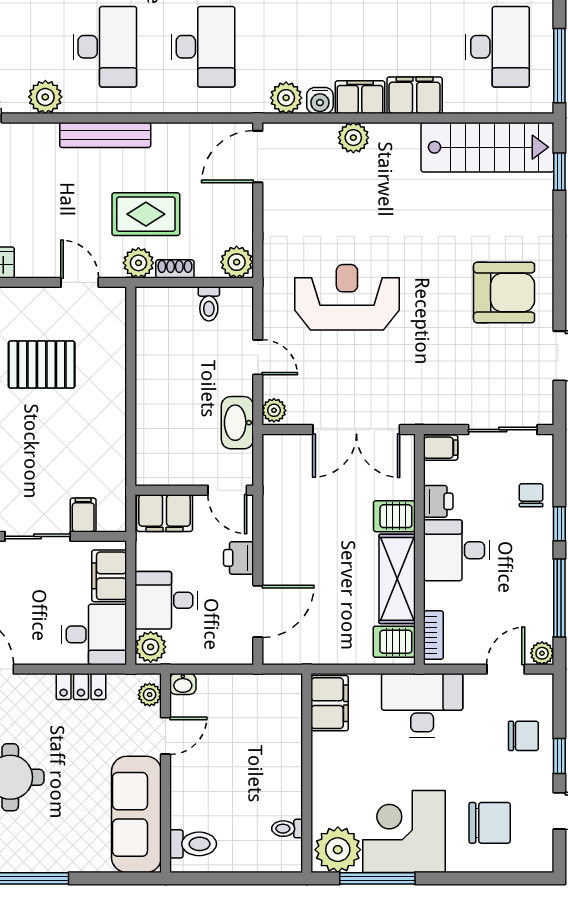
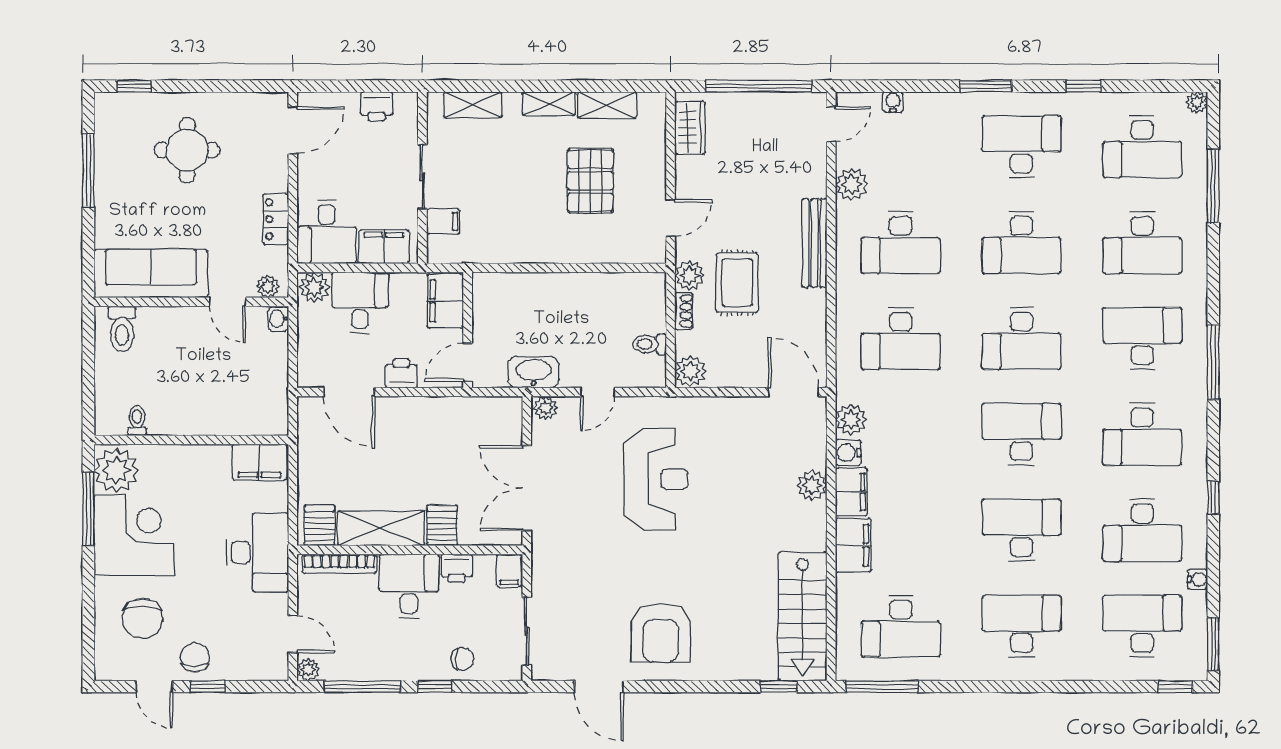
bookcase: (433, 635) -> (339, 564), width x1.56
chair: (523, 736) -> (195, 658), moved, turned 180

